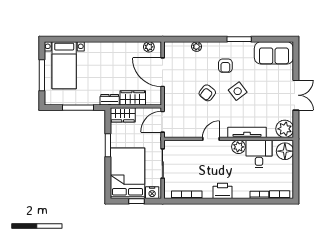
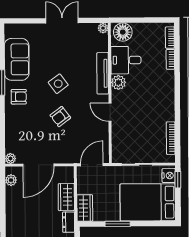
plant: (197, 47) -> (10, 159), moved
sofa: (274, 53) -> (17, 59), moved
armchair: (225, 66) -> (19, 97), moved
armchair: (207, 93) -> (60, 117), turned 105
door: (163, 122) -> (92, 165), swing flipped
plant: (285, 129) -> (103, 28), width x0.53, depth x0.53
printer: (223, 191) -> (166, 99), removed
window: (137, 201) -> (178, 180), moved

